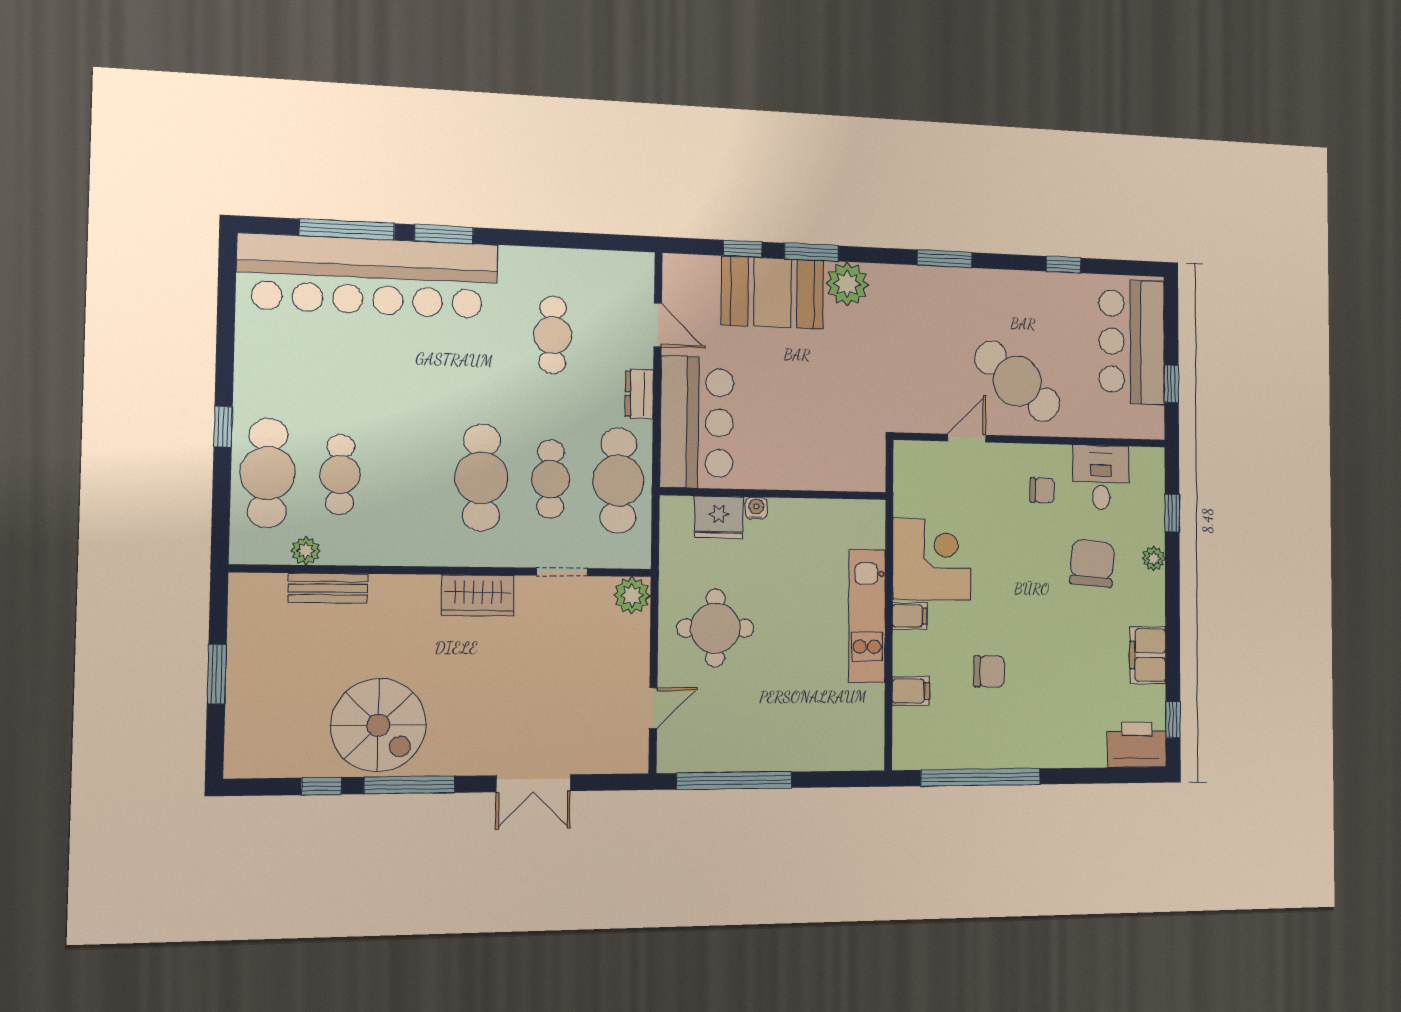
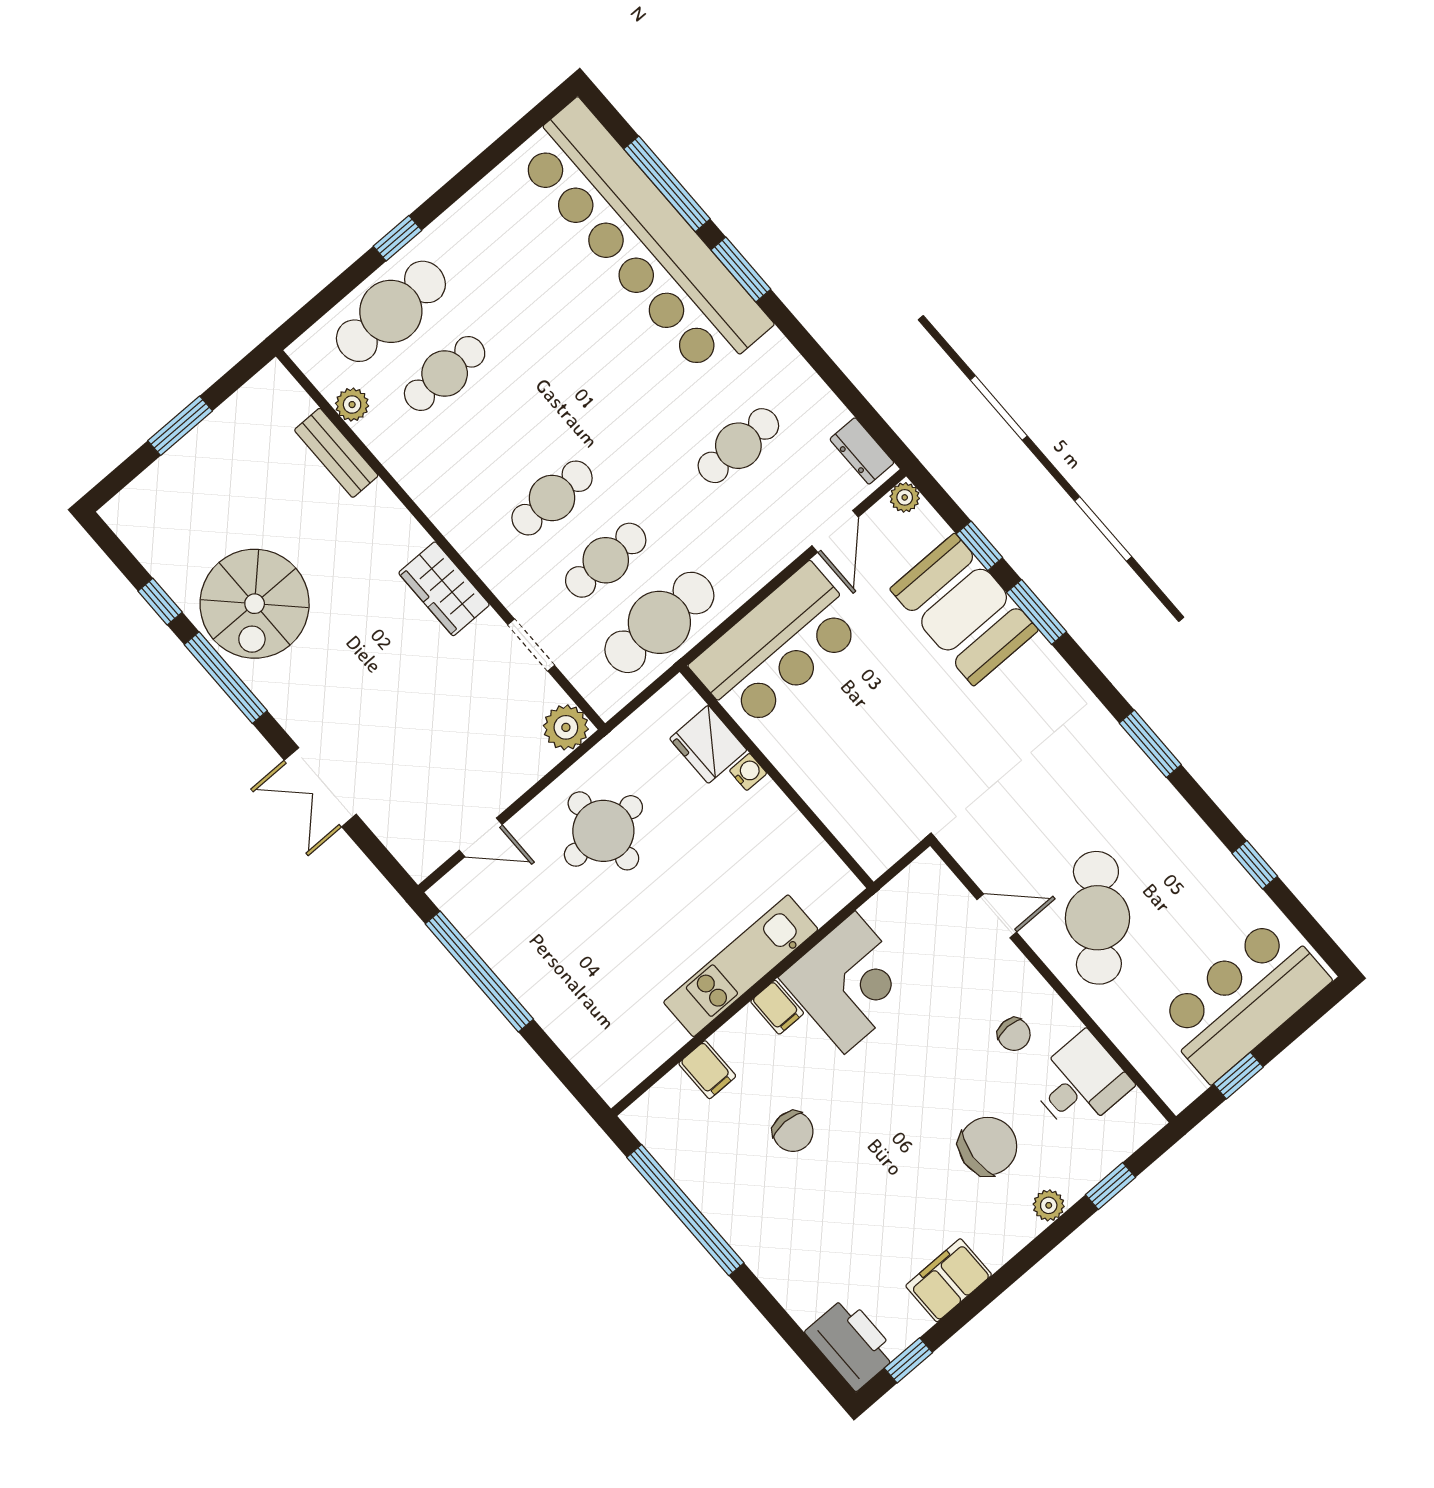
plant: (847, 284) -> (905, 497), moved, width x0.53, depth x0.53
dresser: (639, 394) -> (862, 451), moved, turned -90
cafe table: (481, 478) -> (552, 498), width x0.73, depth x0.74

